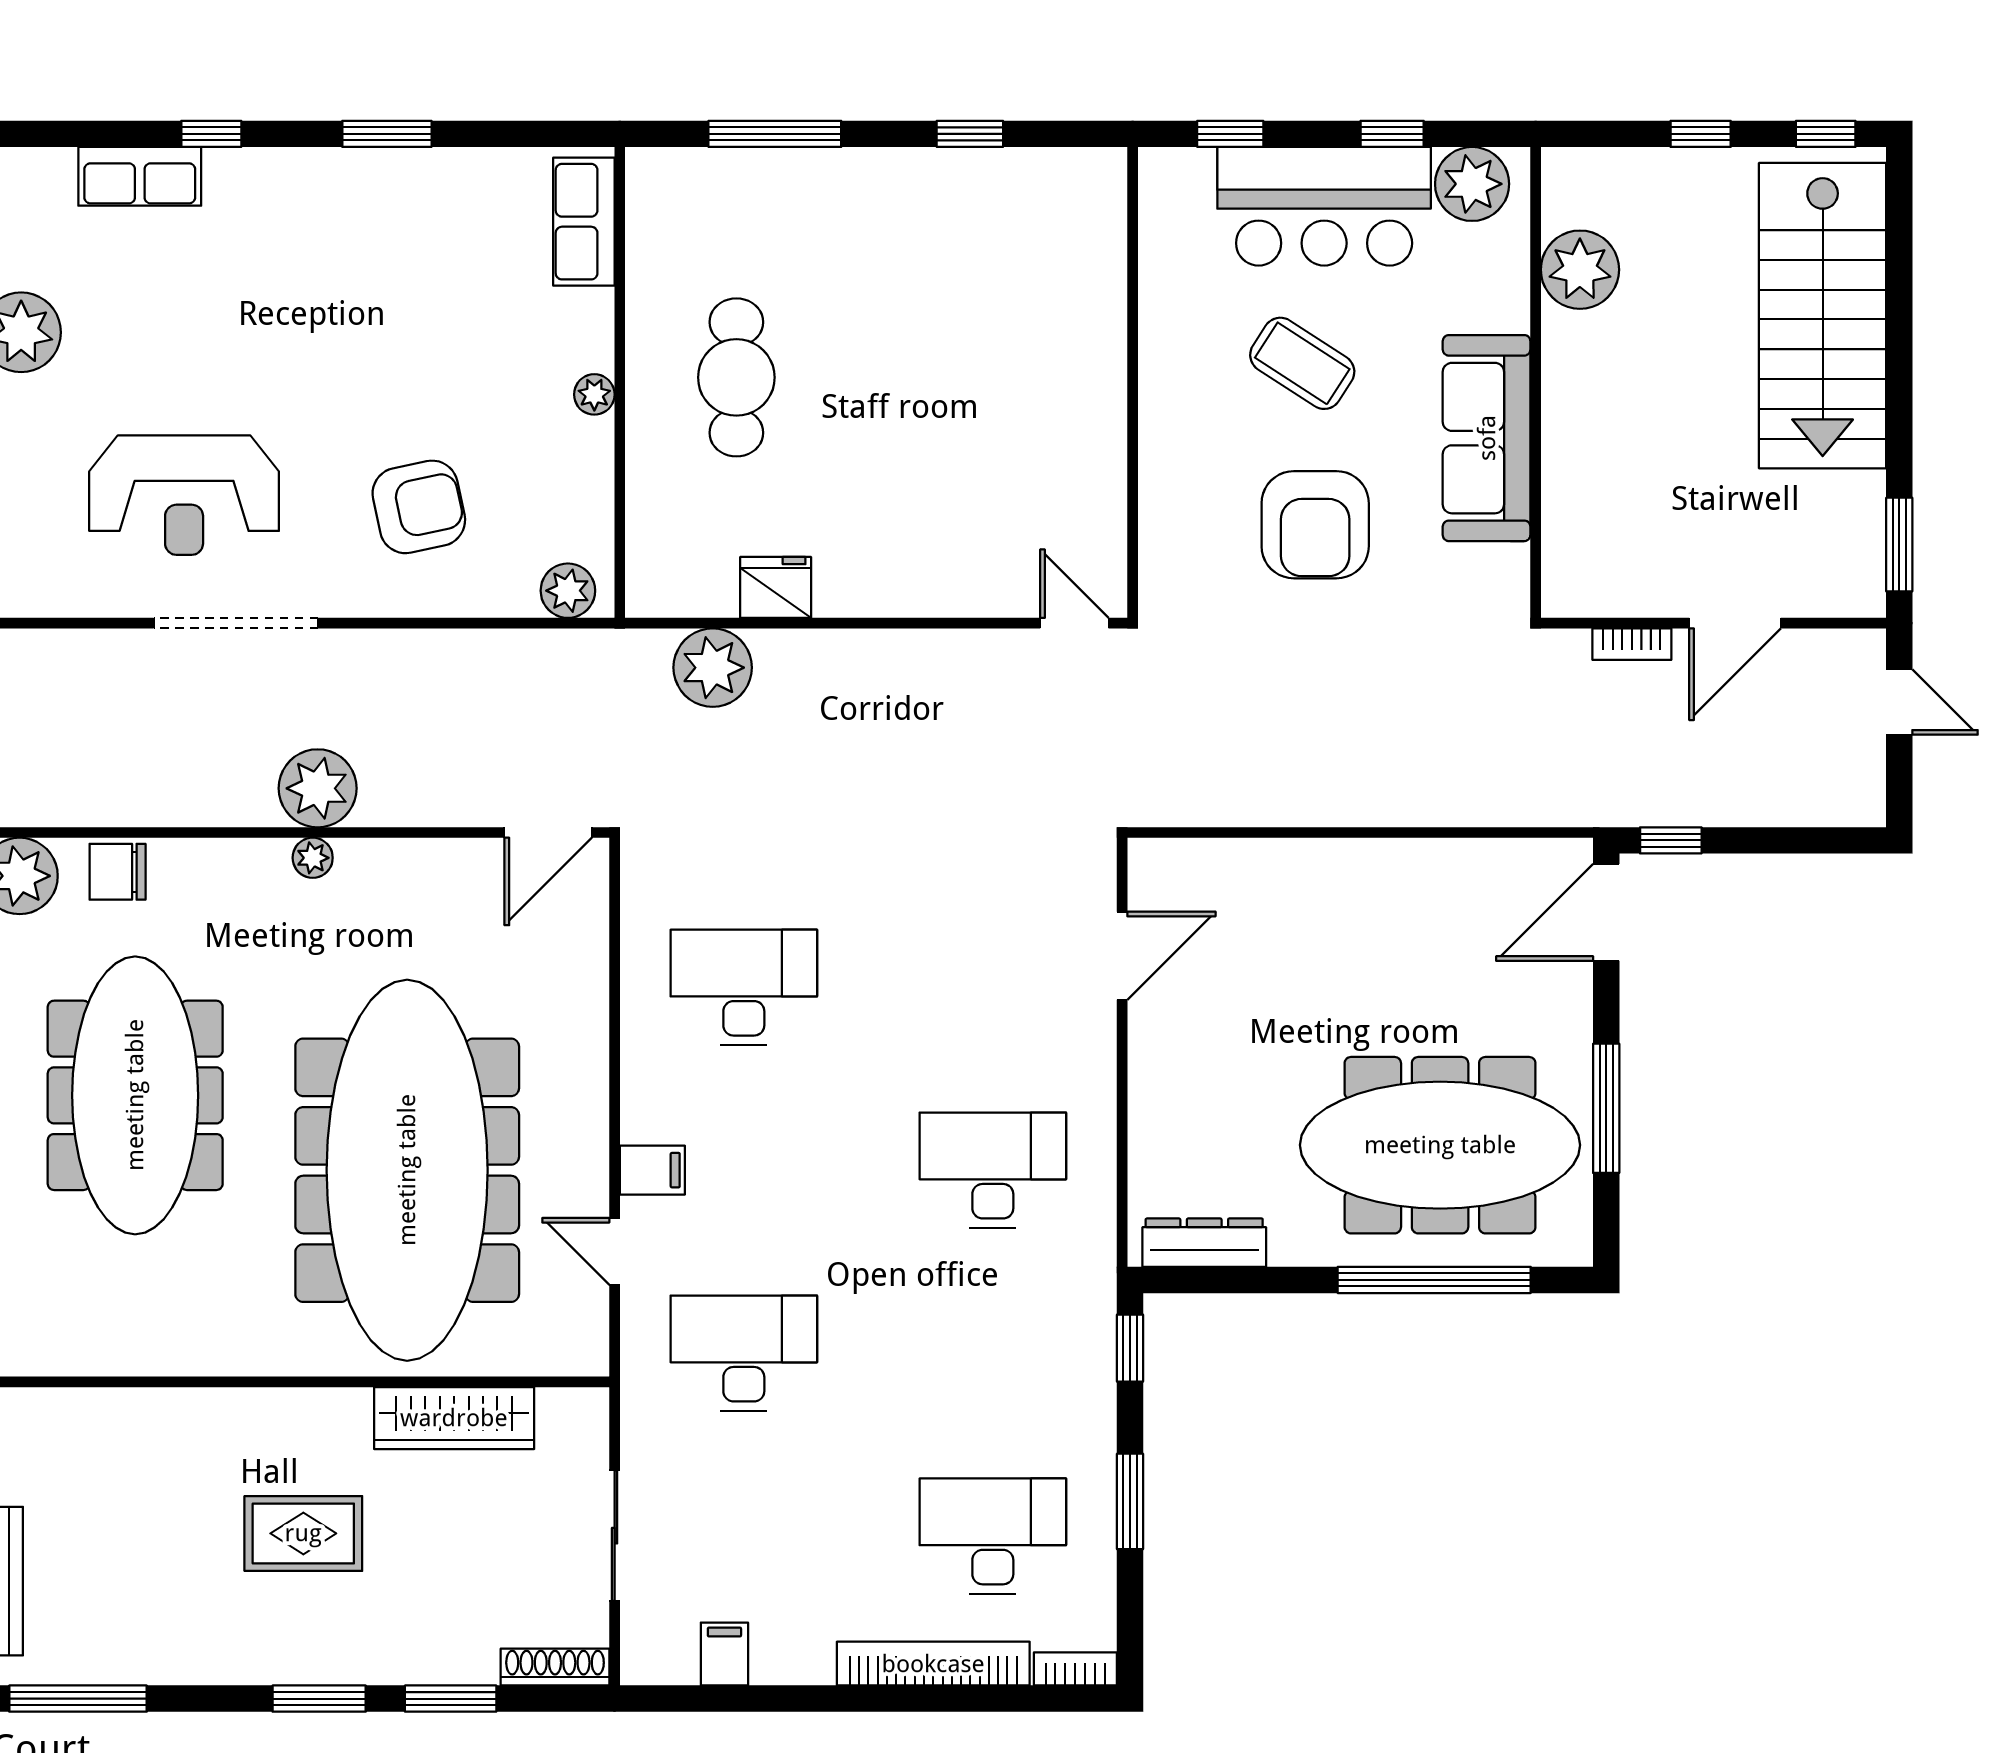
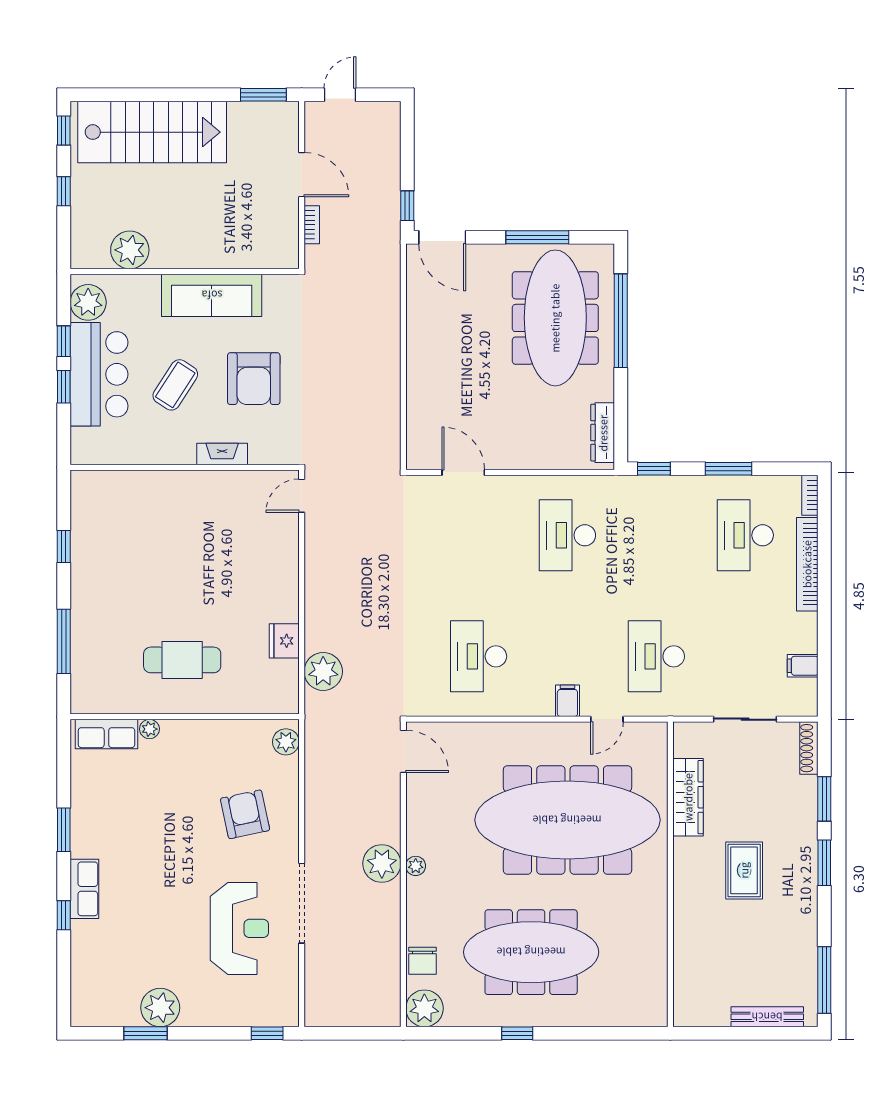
window: (1230, 134) -> (64, 387), moved
row of seats: (140, 176) -> (84, 889), moved
plant: (594, 394) -> (149, 729), moved
fireplace: (1160, 460) -> (222, 454), added
armchair: (1315, 525) -> (254, 379), turned 90

